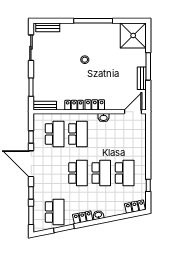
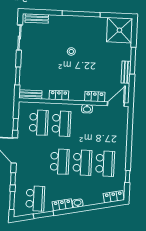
locker: (95, 105) -> (95, 97), moved

